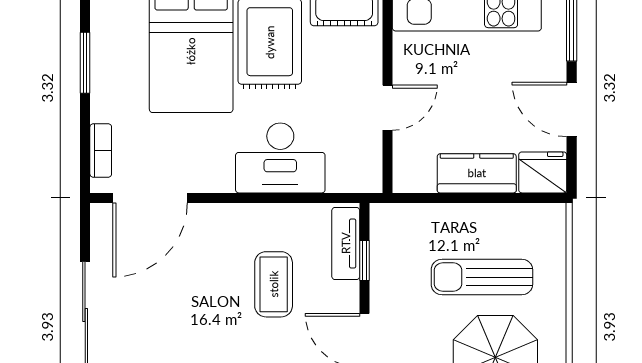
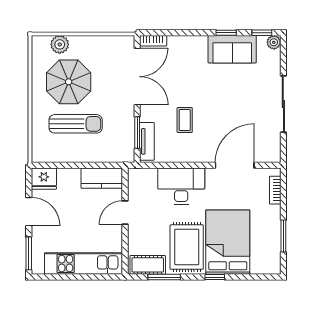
kitchen counter: (477, 173) -> (102, 178), moved
door: (150, 198) -> (235, 165), moved
window: (364, 261) -> (137, 132), width x1.50
coffee table: (274, 284) -> (185, 120), width x0.73, depth x0.77

